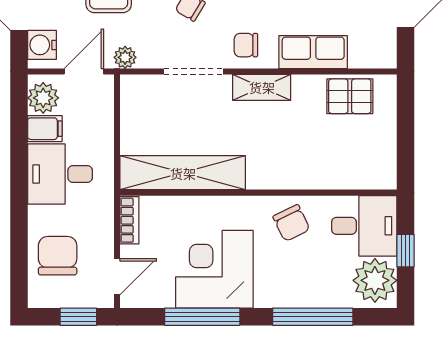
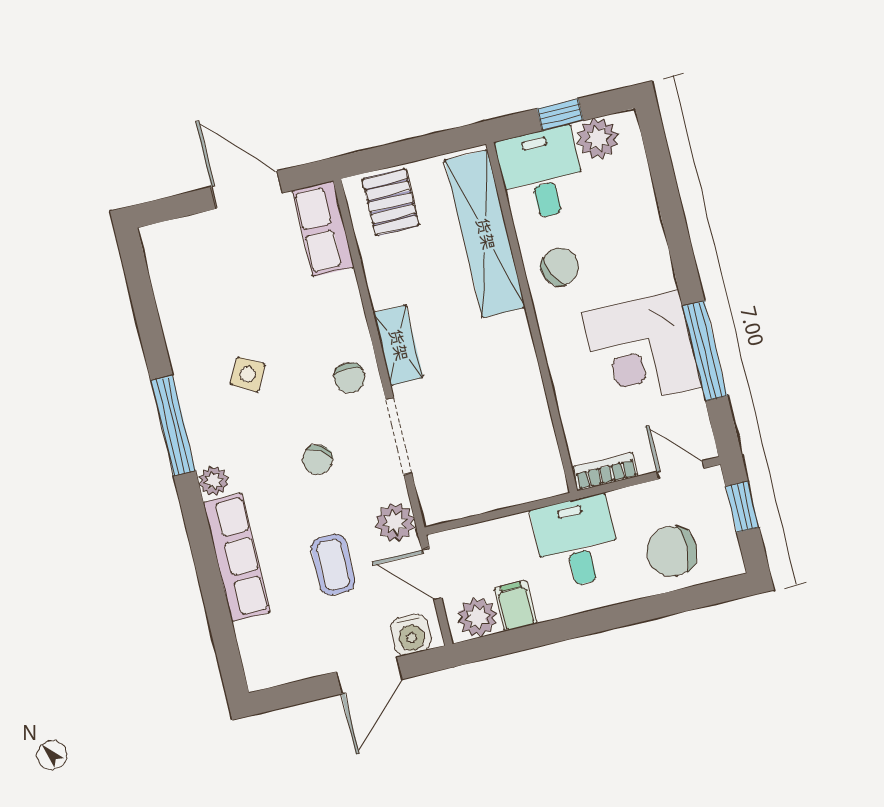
row of seats: (313, 52) -> (323, 229), moved
plant: (125, 57) -> (395, 522), width x1.38, depth x1.38
pallet: (350, 96) -> (391, 202), moved
shelving: (183, 173) -> (485, 234), moved
desk: (60, 174) -> (577, 542), moved, turned 180
plant: (375, 280) -> (598, 139), width x0.73, depth x0.73
window: (313, 317) -> (672, 212), removed

